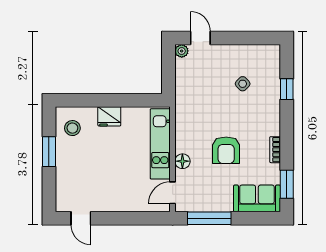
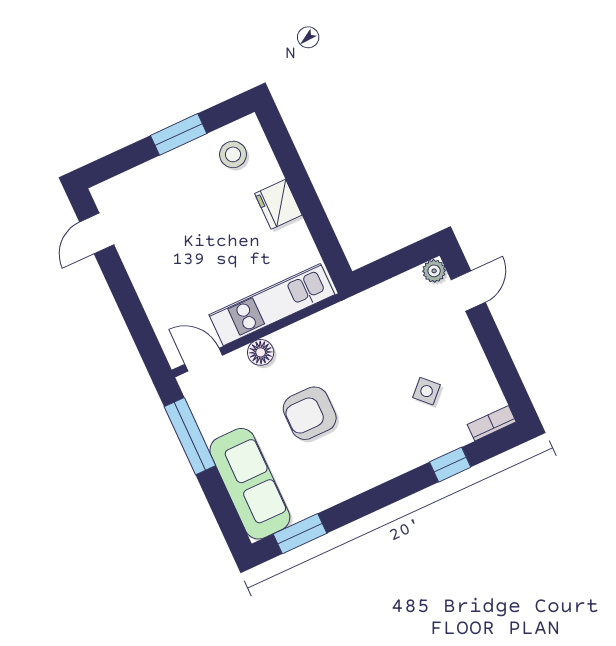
bookcase: (275, 150) -> (492, 423), moved
sofa: (257, 198) -> (250, 484), width x1.36

